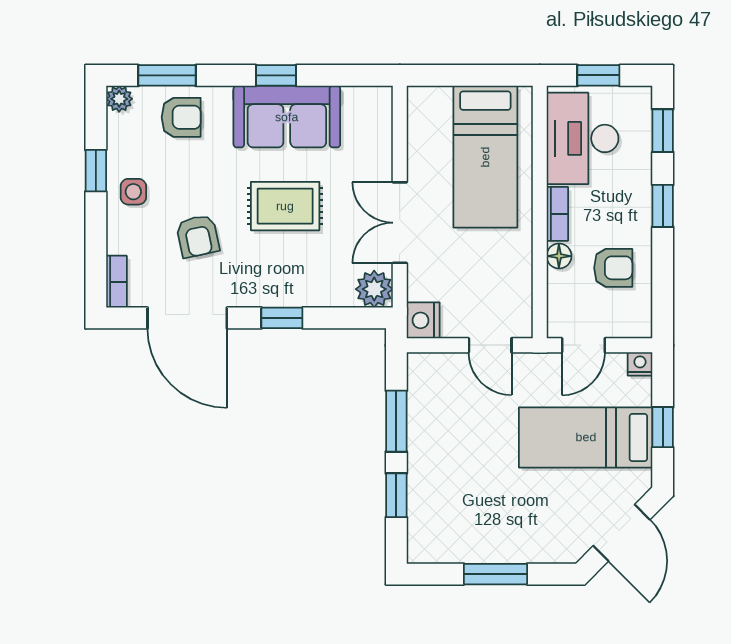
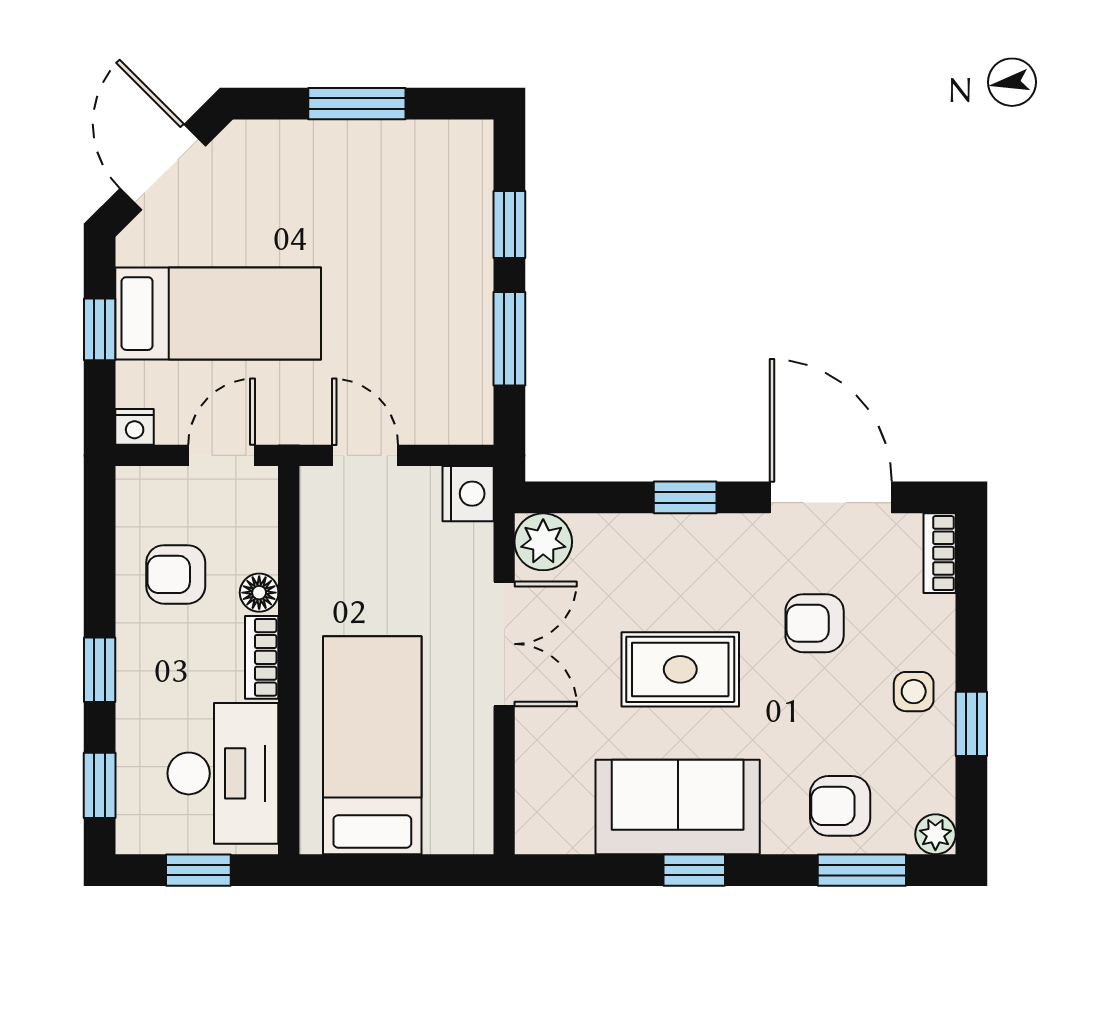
armchair: (198, 236) -> (815, 623), turned -78

